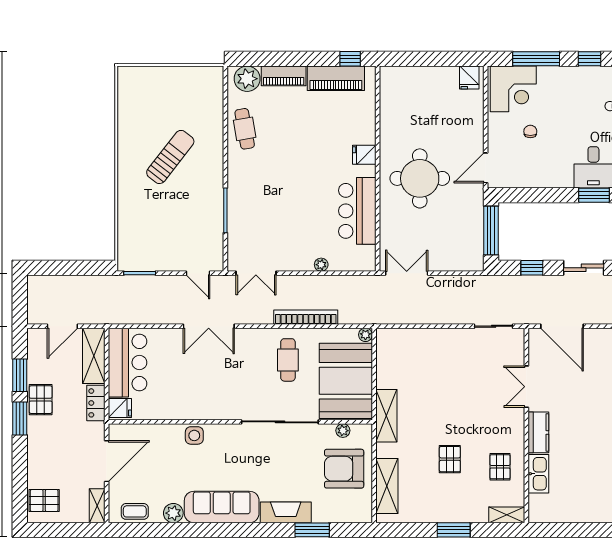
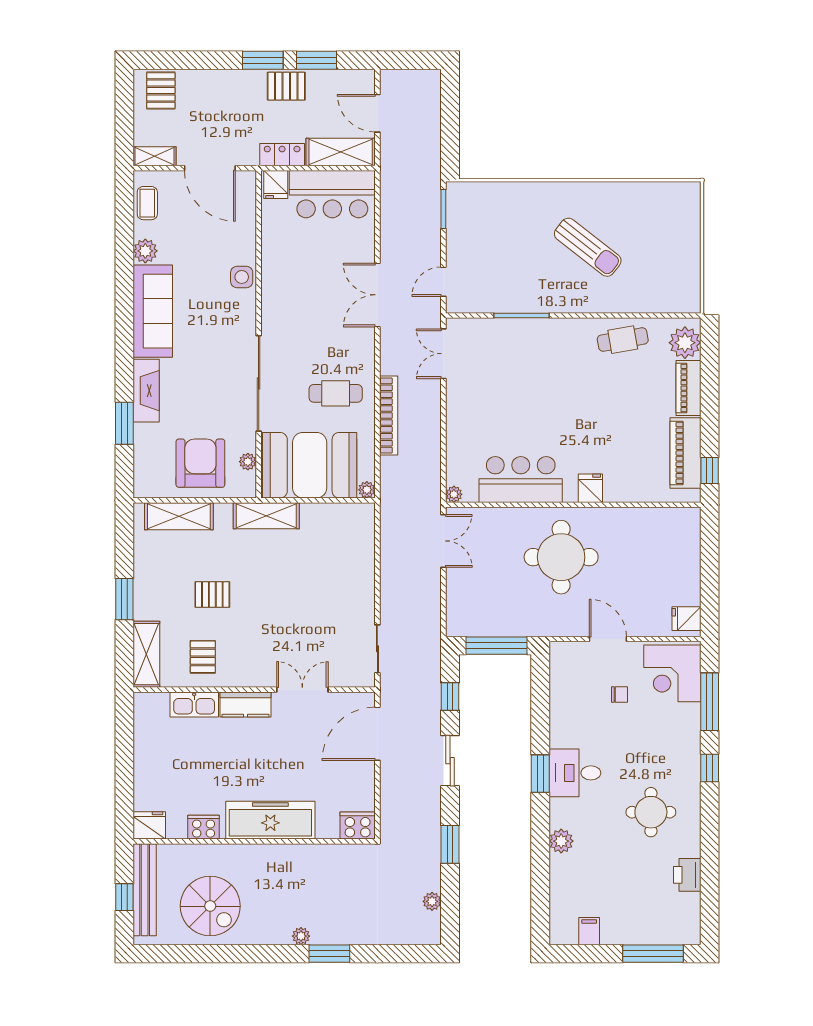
door: (486, 168) -> (608, 639), moved
plant: (321, 265) -> (454, 494), moved
pallet: (500, 467) -> (203, 657), turned 90
shelving: (507, 515) -> (146, 654), width x1.50, depth x1.33

